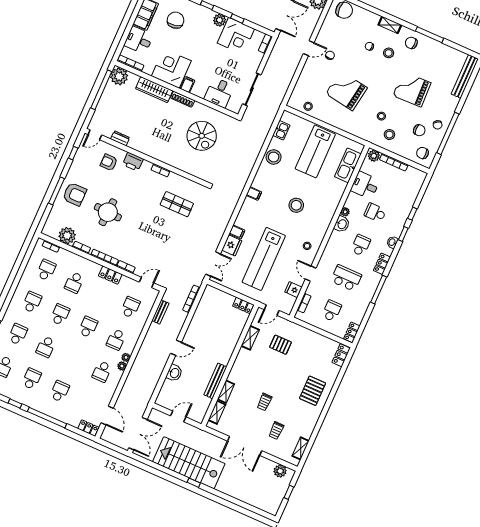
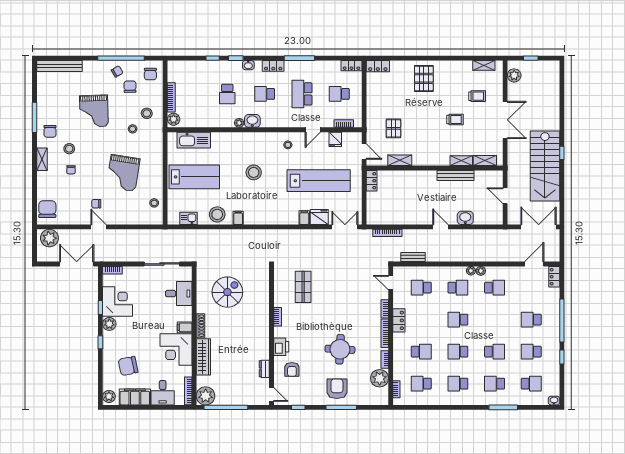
desk: (365, 185) -> (205, 115), removed
filing cabinet: (254, 194) -> (238, 218), moved
pallet: (313, 391) -> (424, 78), turned 90

